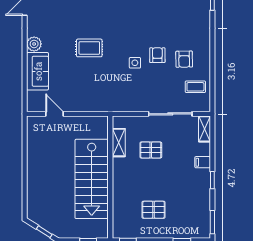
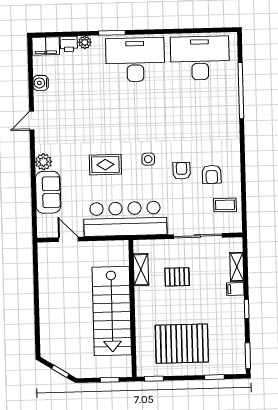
side table: (135, 63) -> (148, 159), moved
bar counter: (106, 97) -> (125, 219), added
shelving: (204, 129) -> (237, 267), moved
pallet: (154, 210) -> (182, 344), width x2.05, depth x2.00

